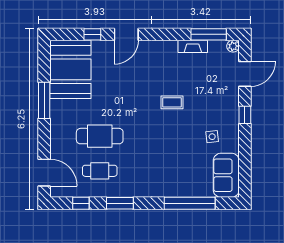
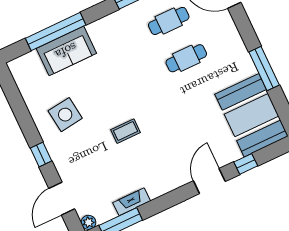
cafe table: (100, 136) -> (186, 58), width x0.73, depth x0.74
side table: (212, 137) -> (65, 115), width x1.87, depth x1.87
sofa: (226, 175) -> (66, 51), moved, turned 90

